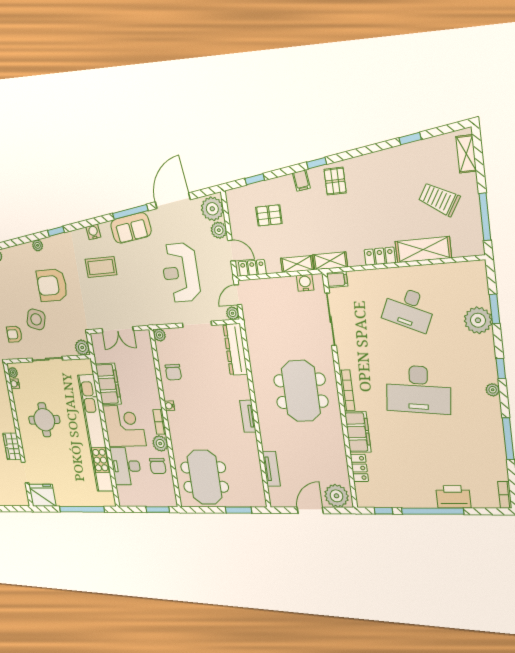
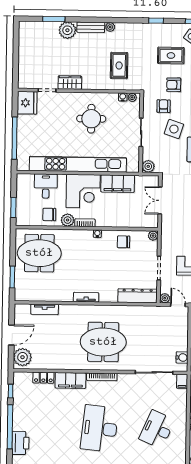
desk: (126, 466) -> (46, 186), width x0.73
door: (310, 510) -> (11, 335), hinge flipped

